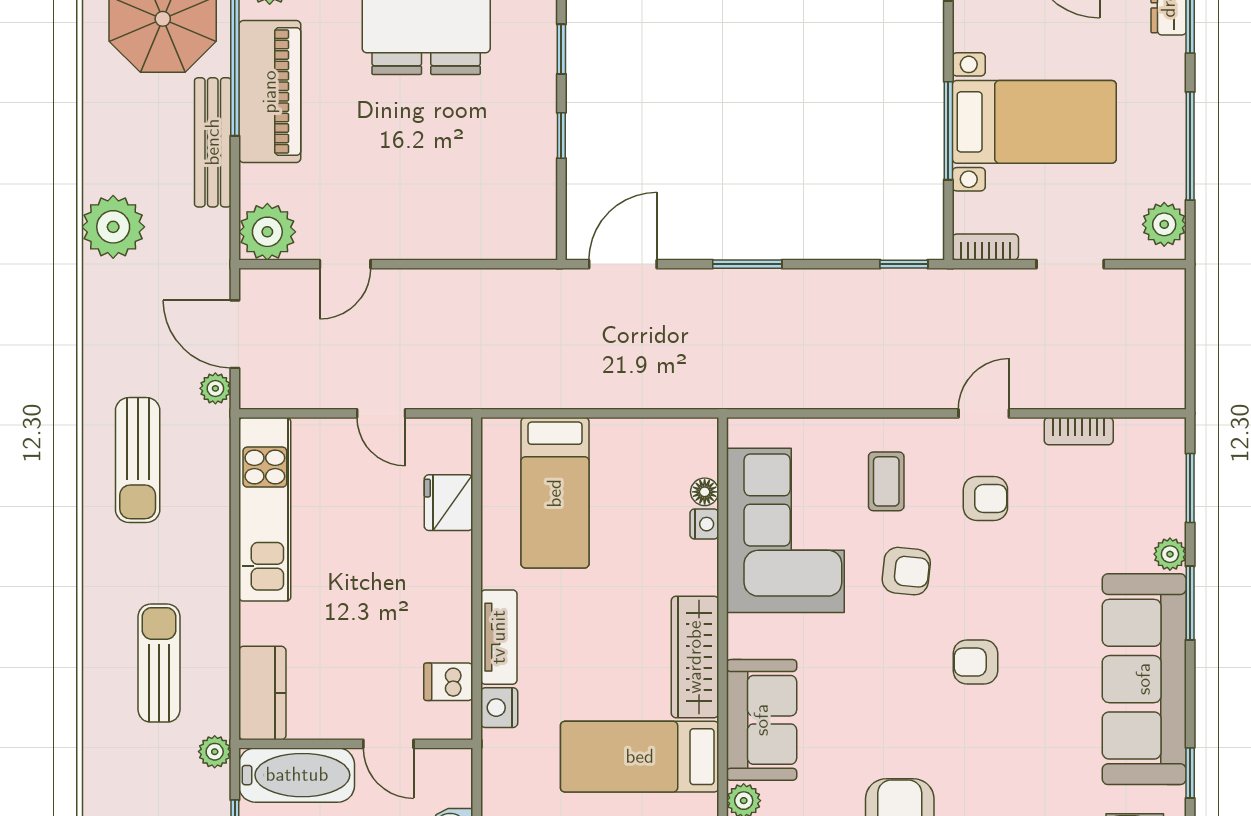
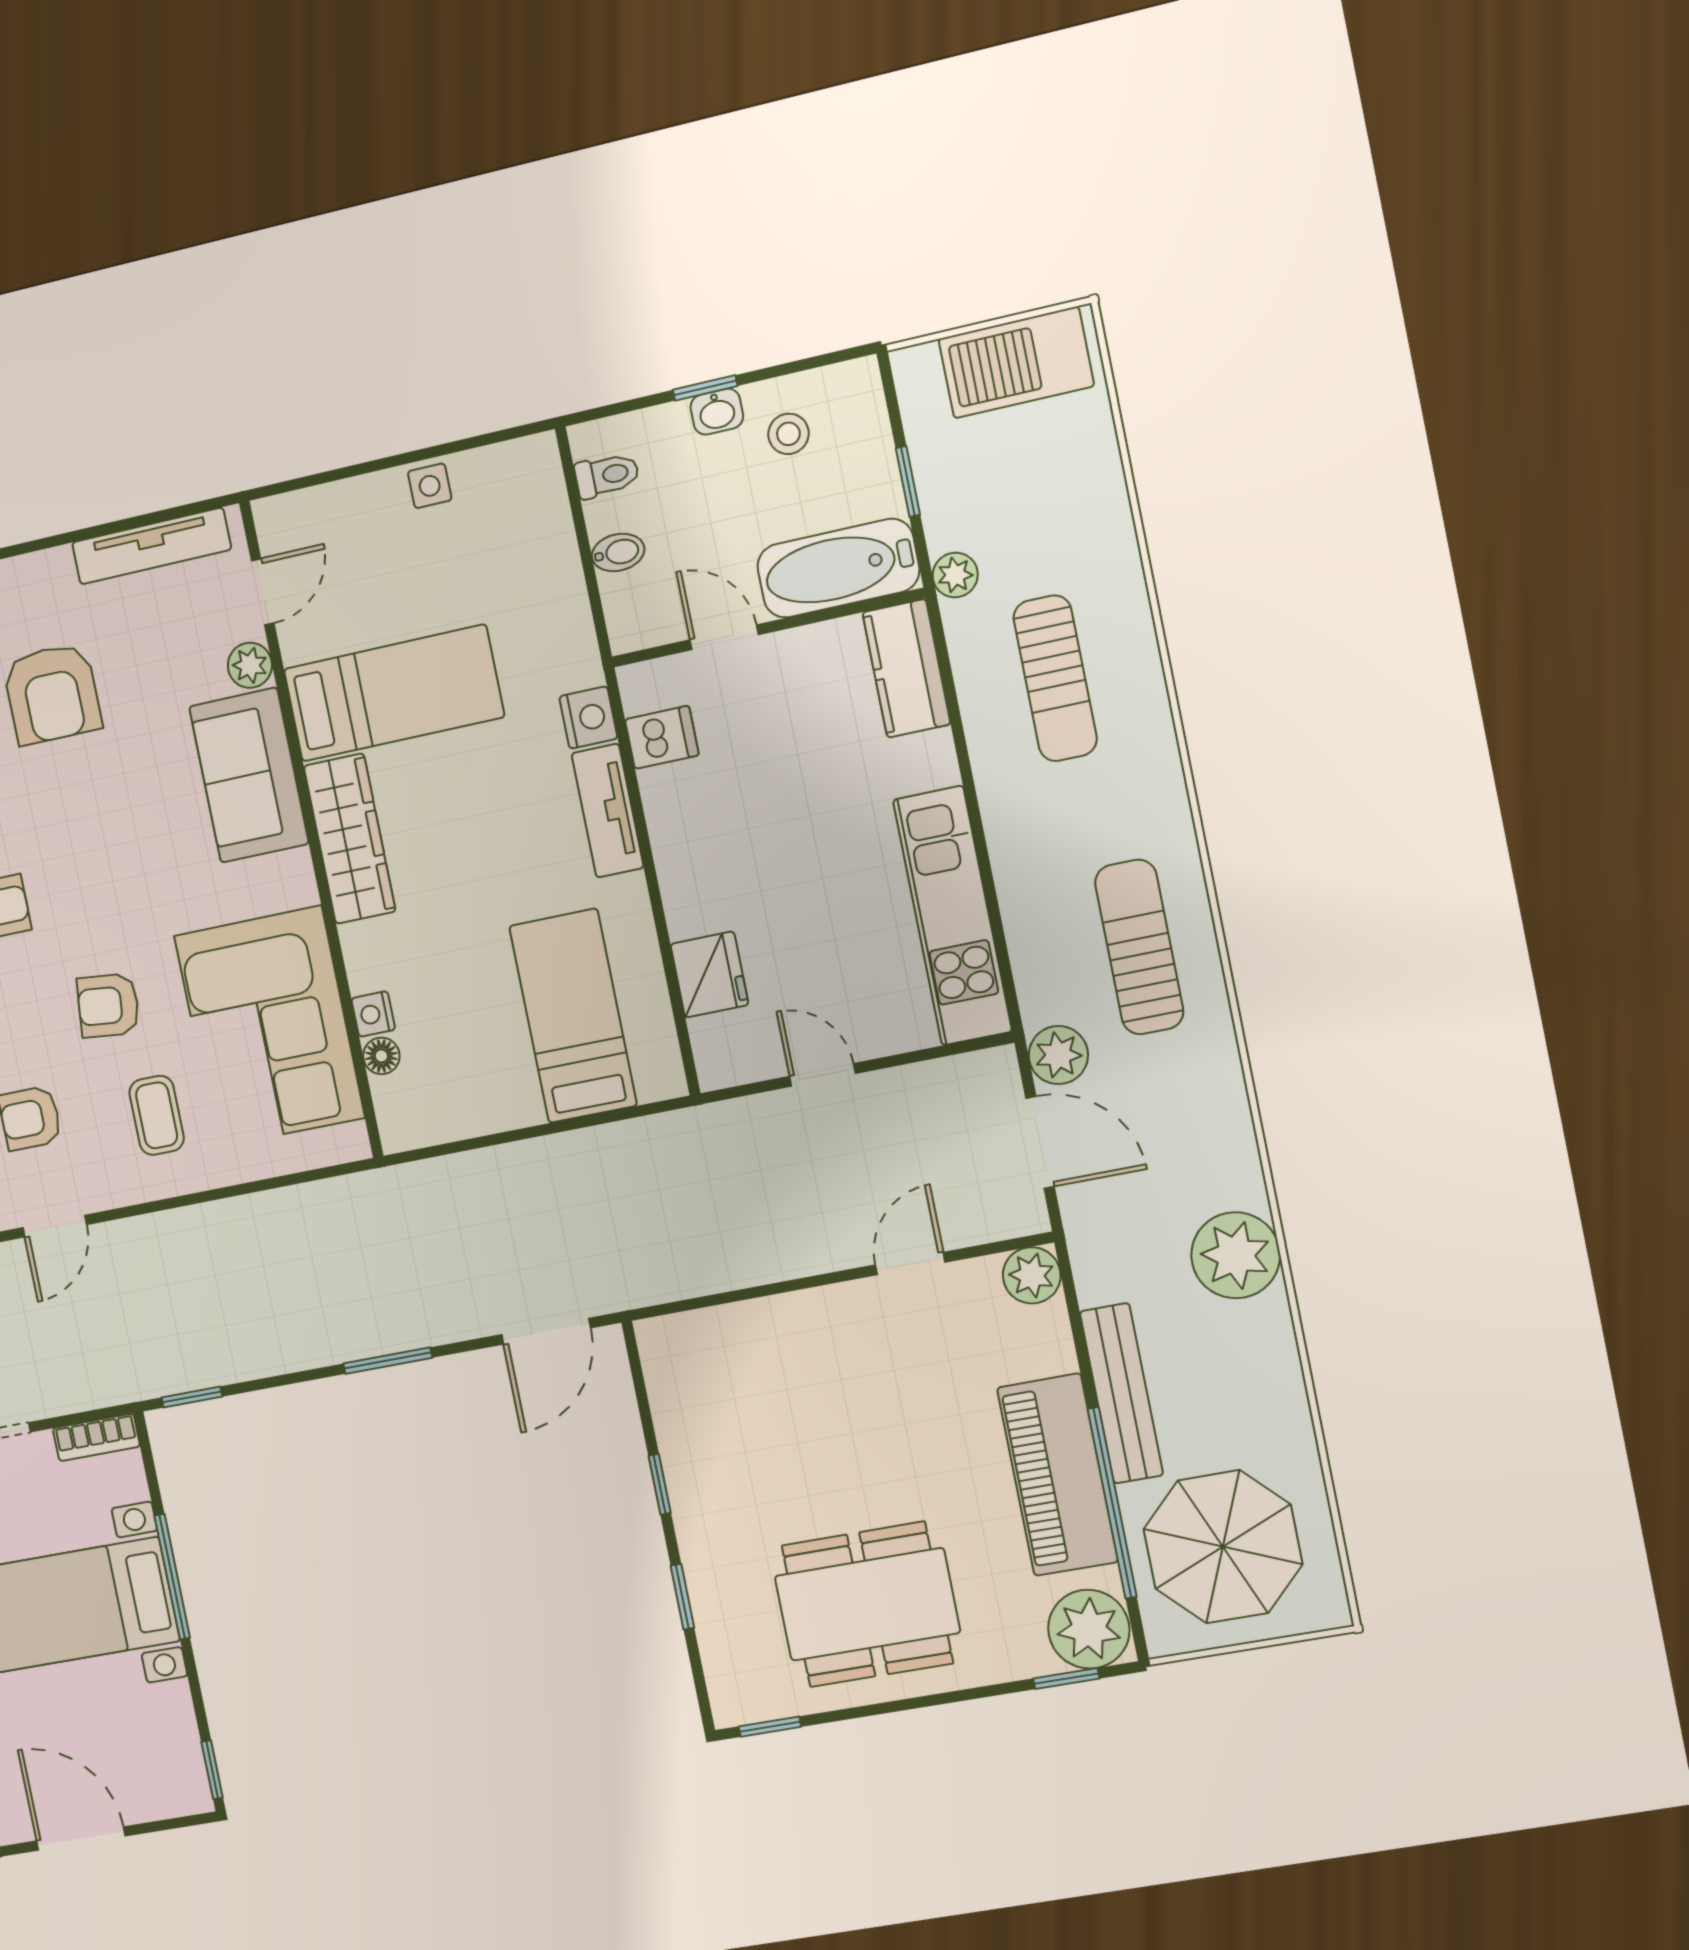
plant: (267, 232) -> (1032, 1275), width x0.73, depth x0.73
plant: (215, 388) -> (1058, 1055), width x1.38, depth x1.38

